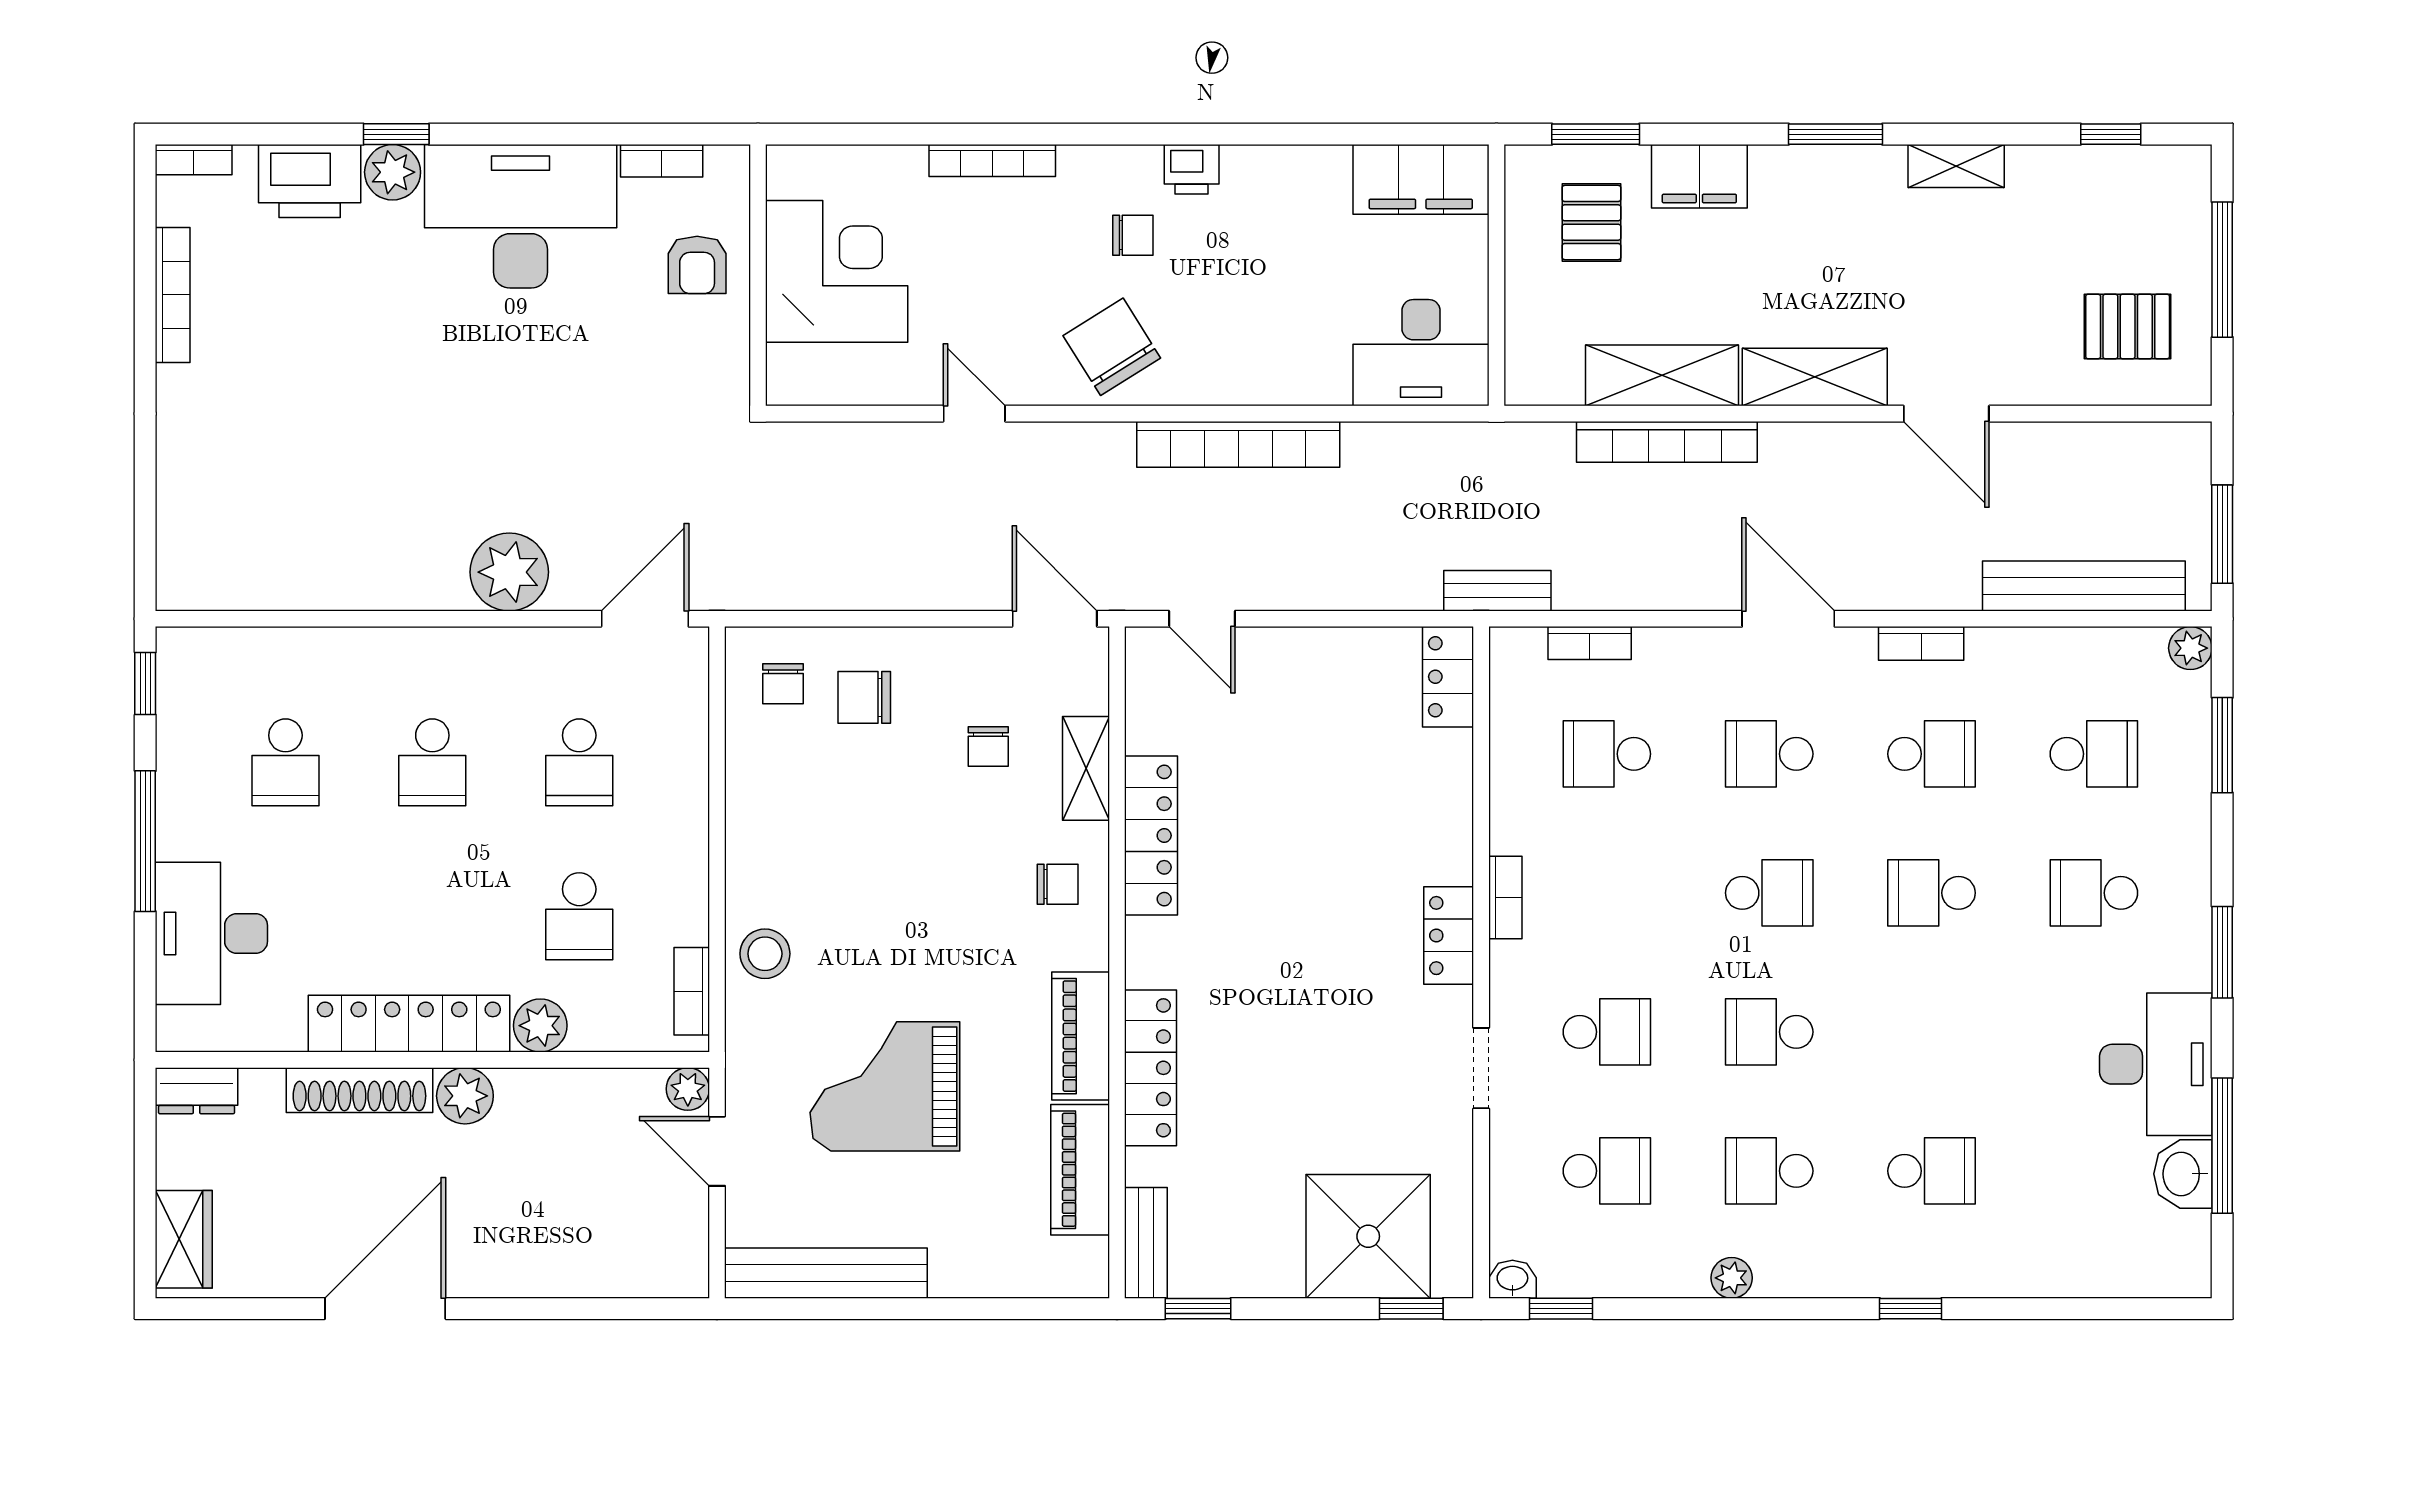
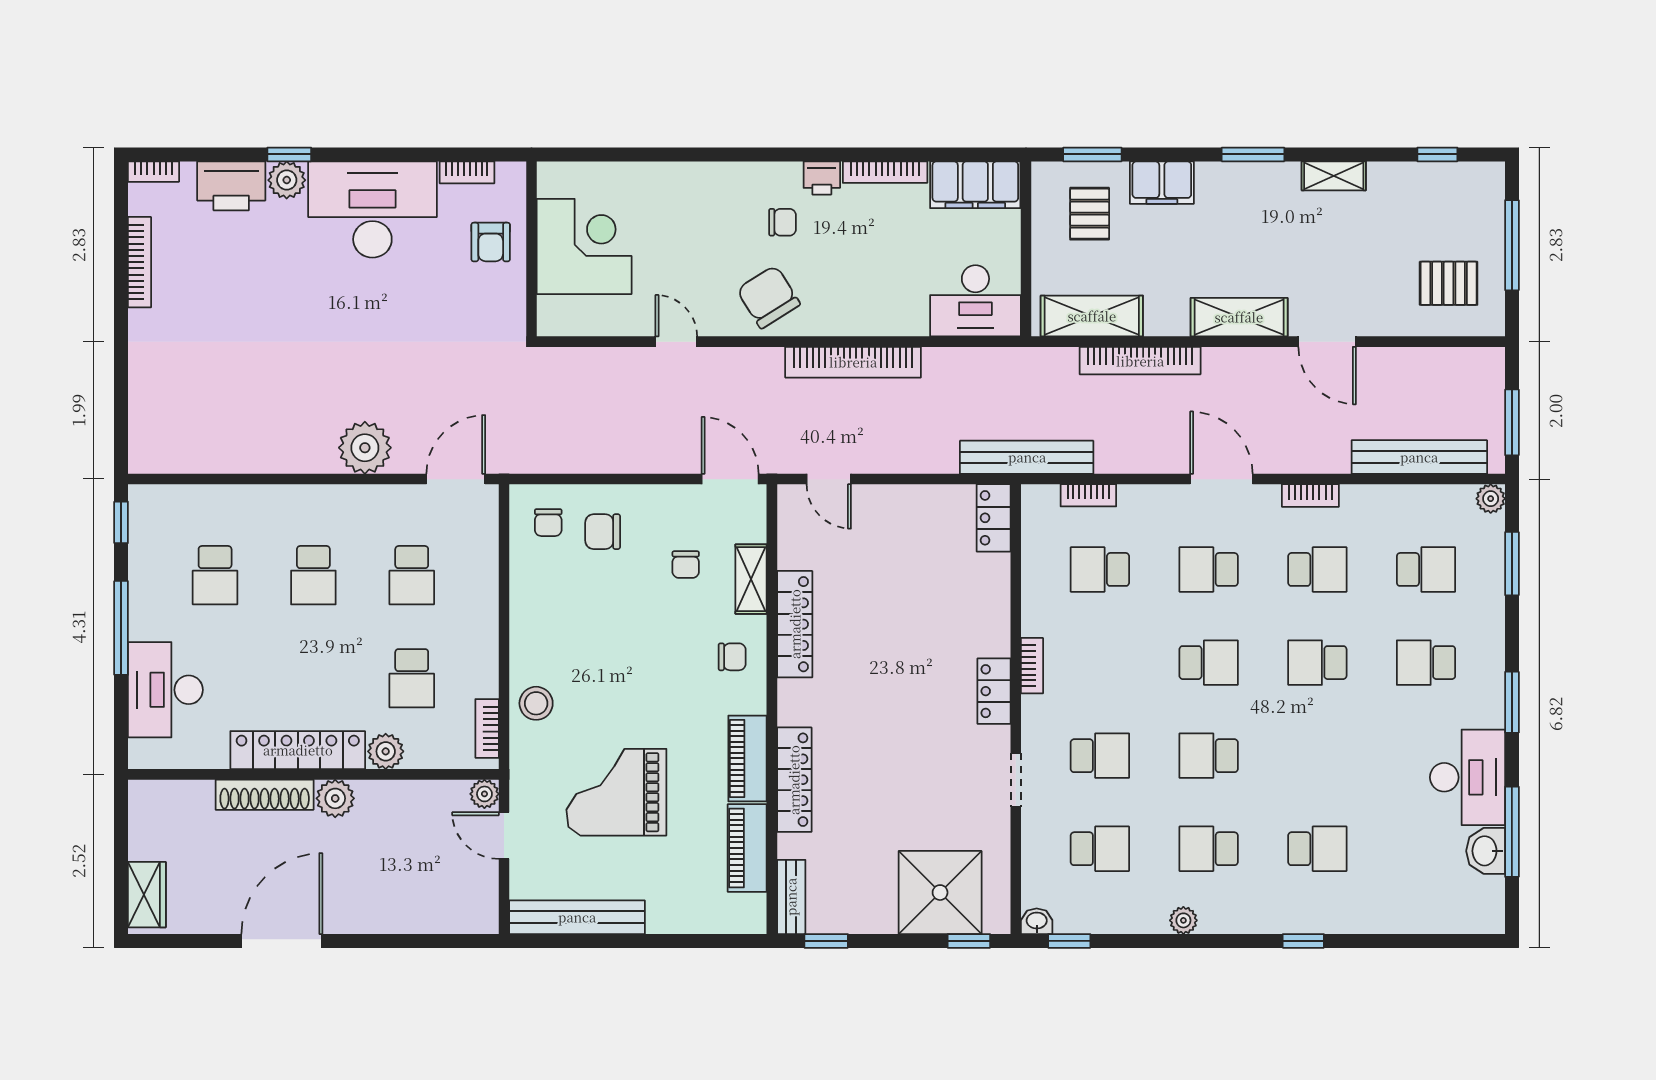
bookcase: (992, 161) -> (885, 172), moved
shelving: (1662, 375) -> (1092, 316), moved
bench: (1497, 591) -> (1027, 457), width x1.86, depth x1.21
dresser: (197, 1091) -> (155, 795), removed

